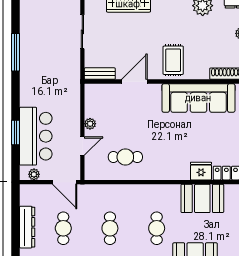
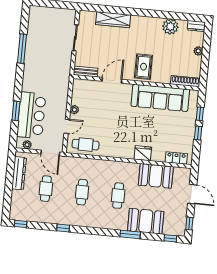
cafe table: (125, 157) -> (86, 145), moved
fridge: (201, 171) -> (143, 153), moved
dresser: (27, 227) -> (19, 173), moved

